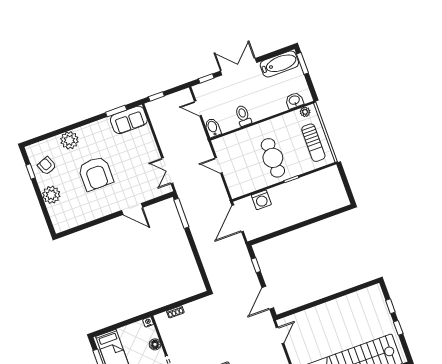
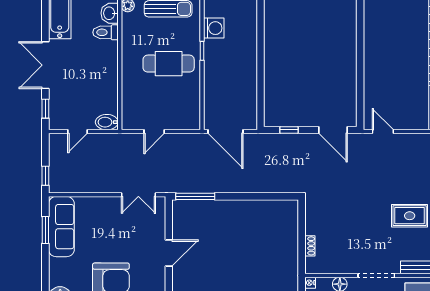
toilet: (243, 116) -> (105, 32), moved
sofa: (129, 120) -> (61, 227), width x1.36
washing machine: (261, 200) -> (214, 28), moved

